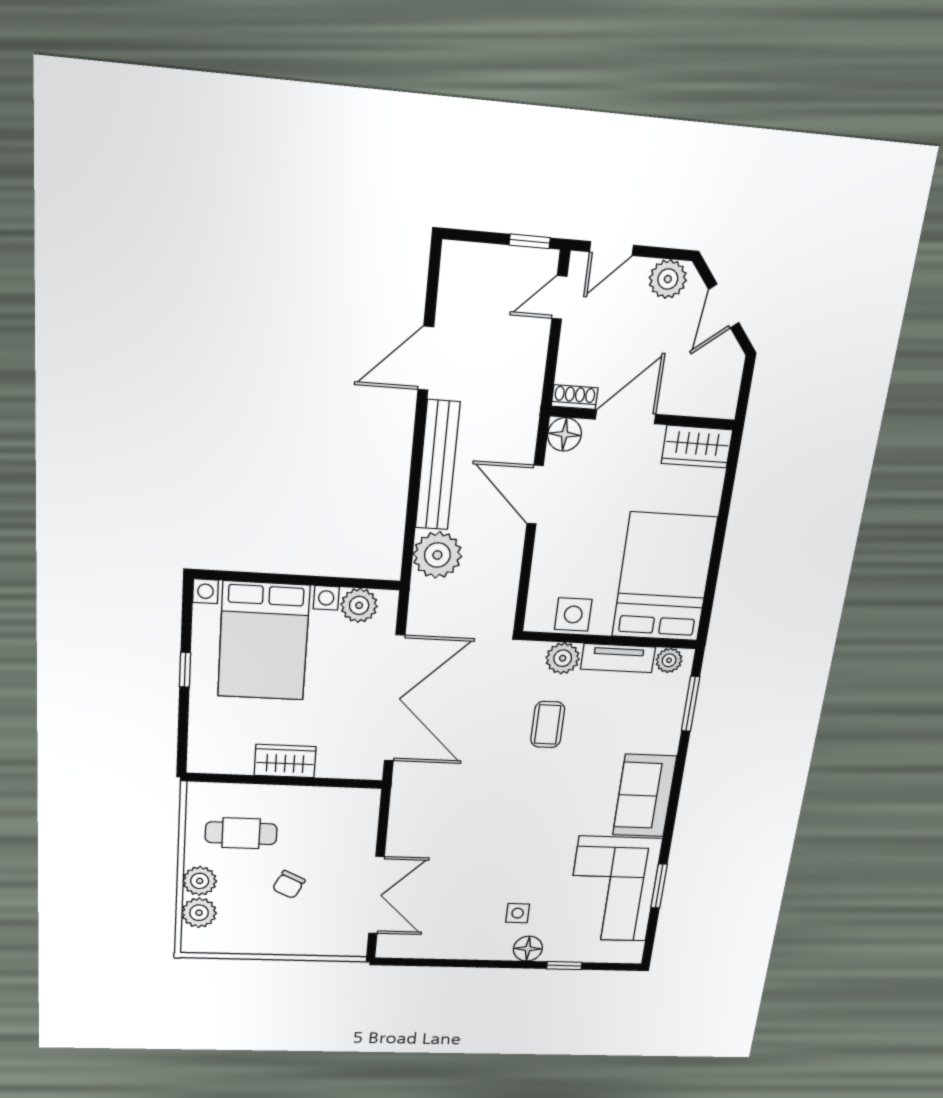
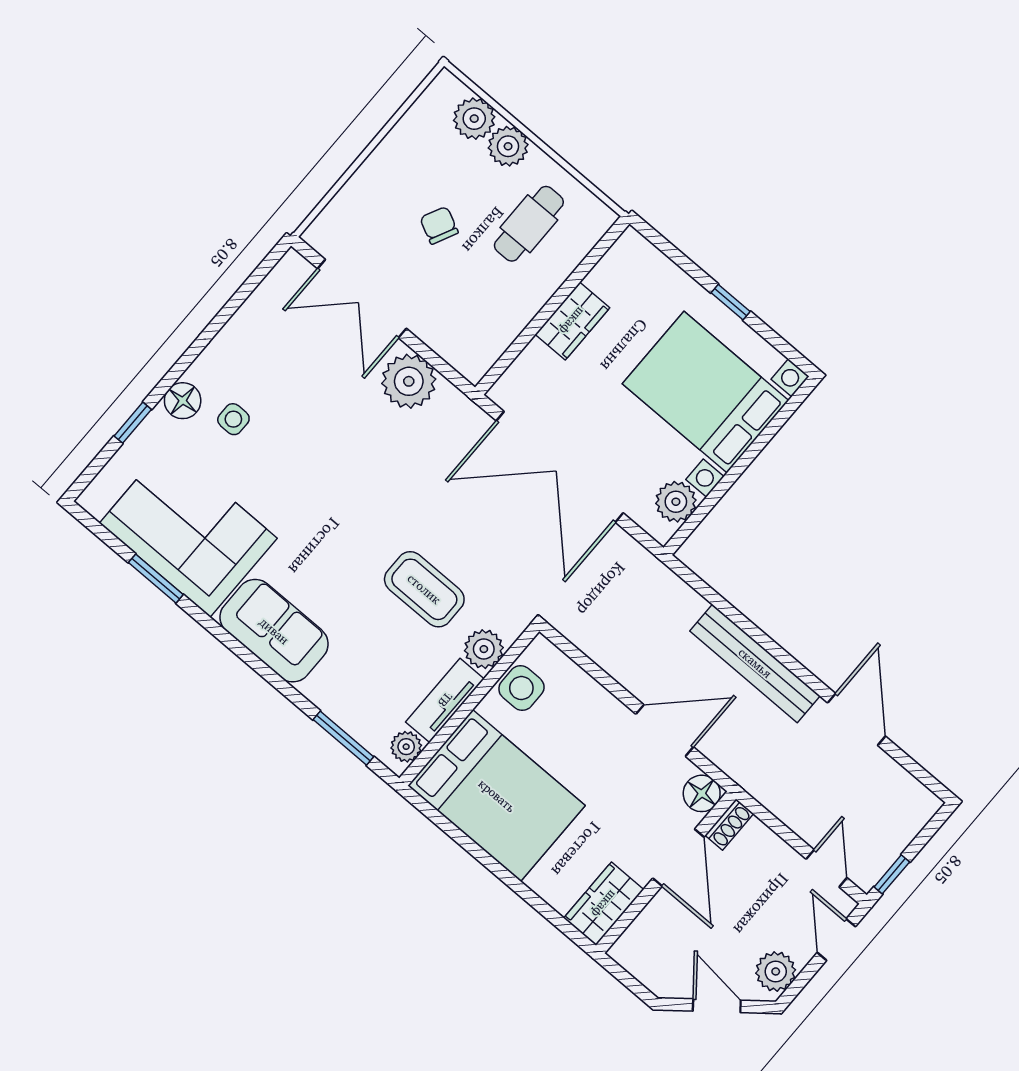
plant: (437, 555) -> (409, 381), moved
coffee table: (548, 725) -> (424, 589), width x1.36, depth x1.30

